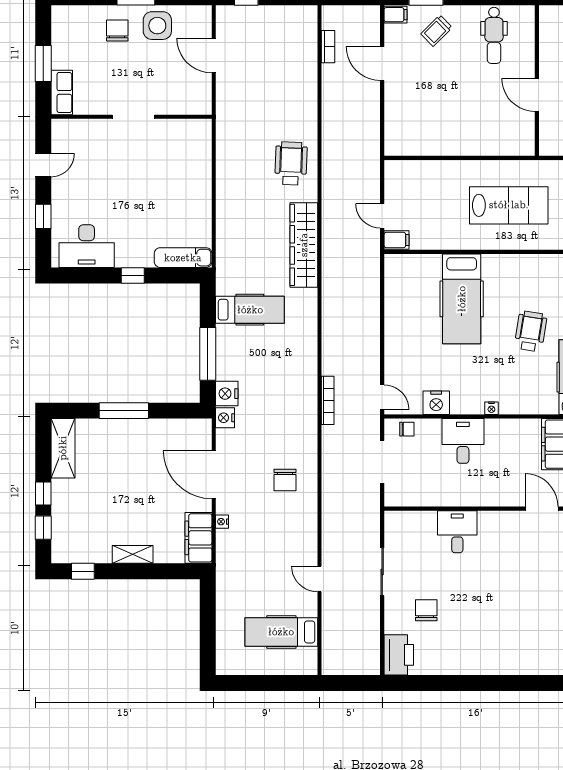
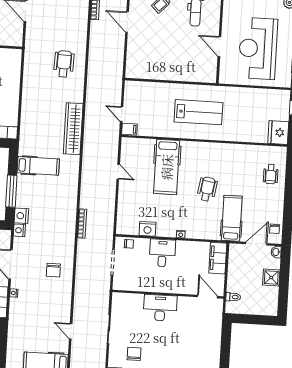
wheelchair: (291, 163) -> (64, 64), moved
door: (382, 397) -> (118, 172), moved
desk: (457, 532) -> (160, 308), width x1.37

